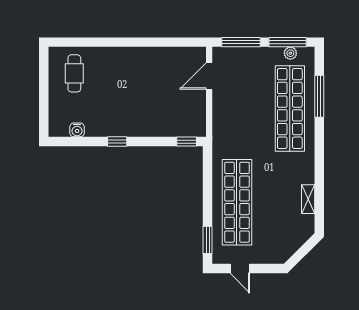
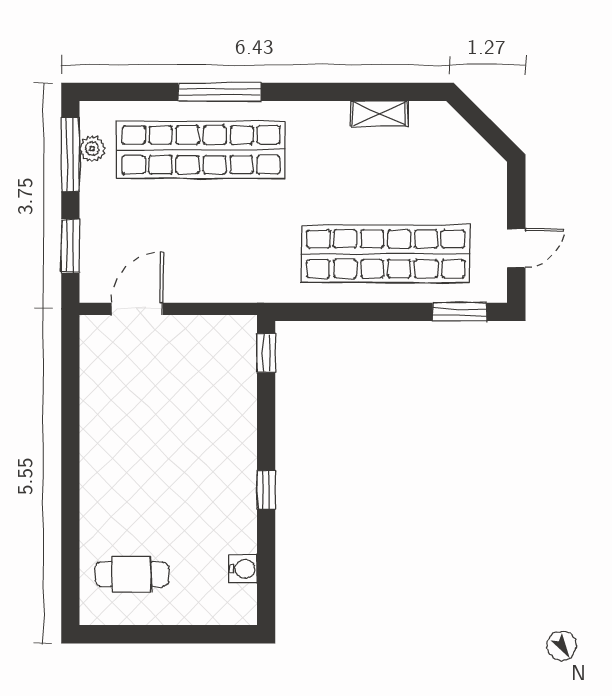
window: (241, 42) -> (70, 246), width x0.69
door: (209, 76) -> (137, 309), swing flipped
window: (319, 96) -> (220, 92), moved

